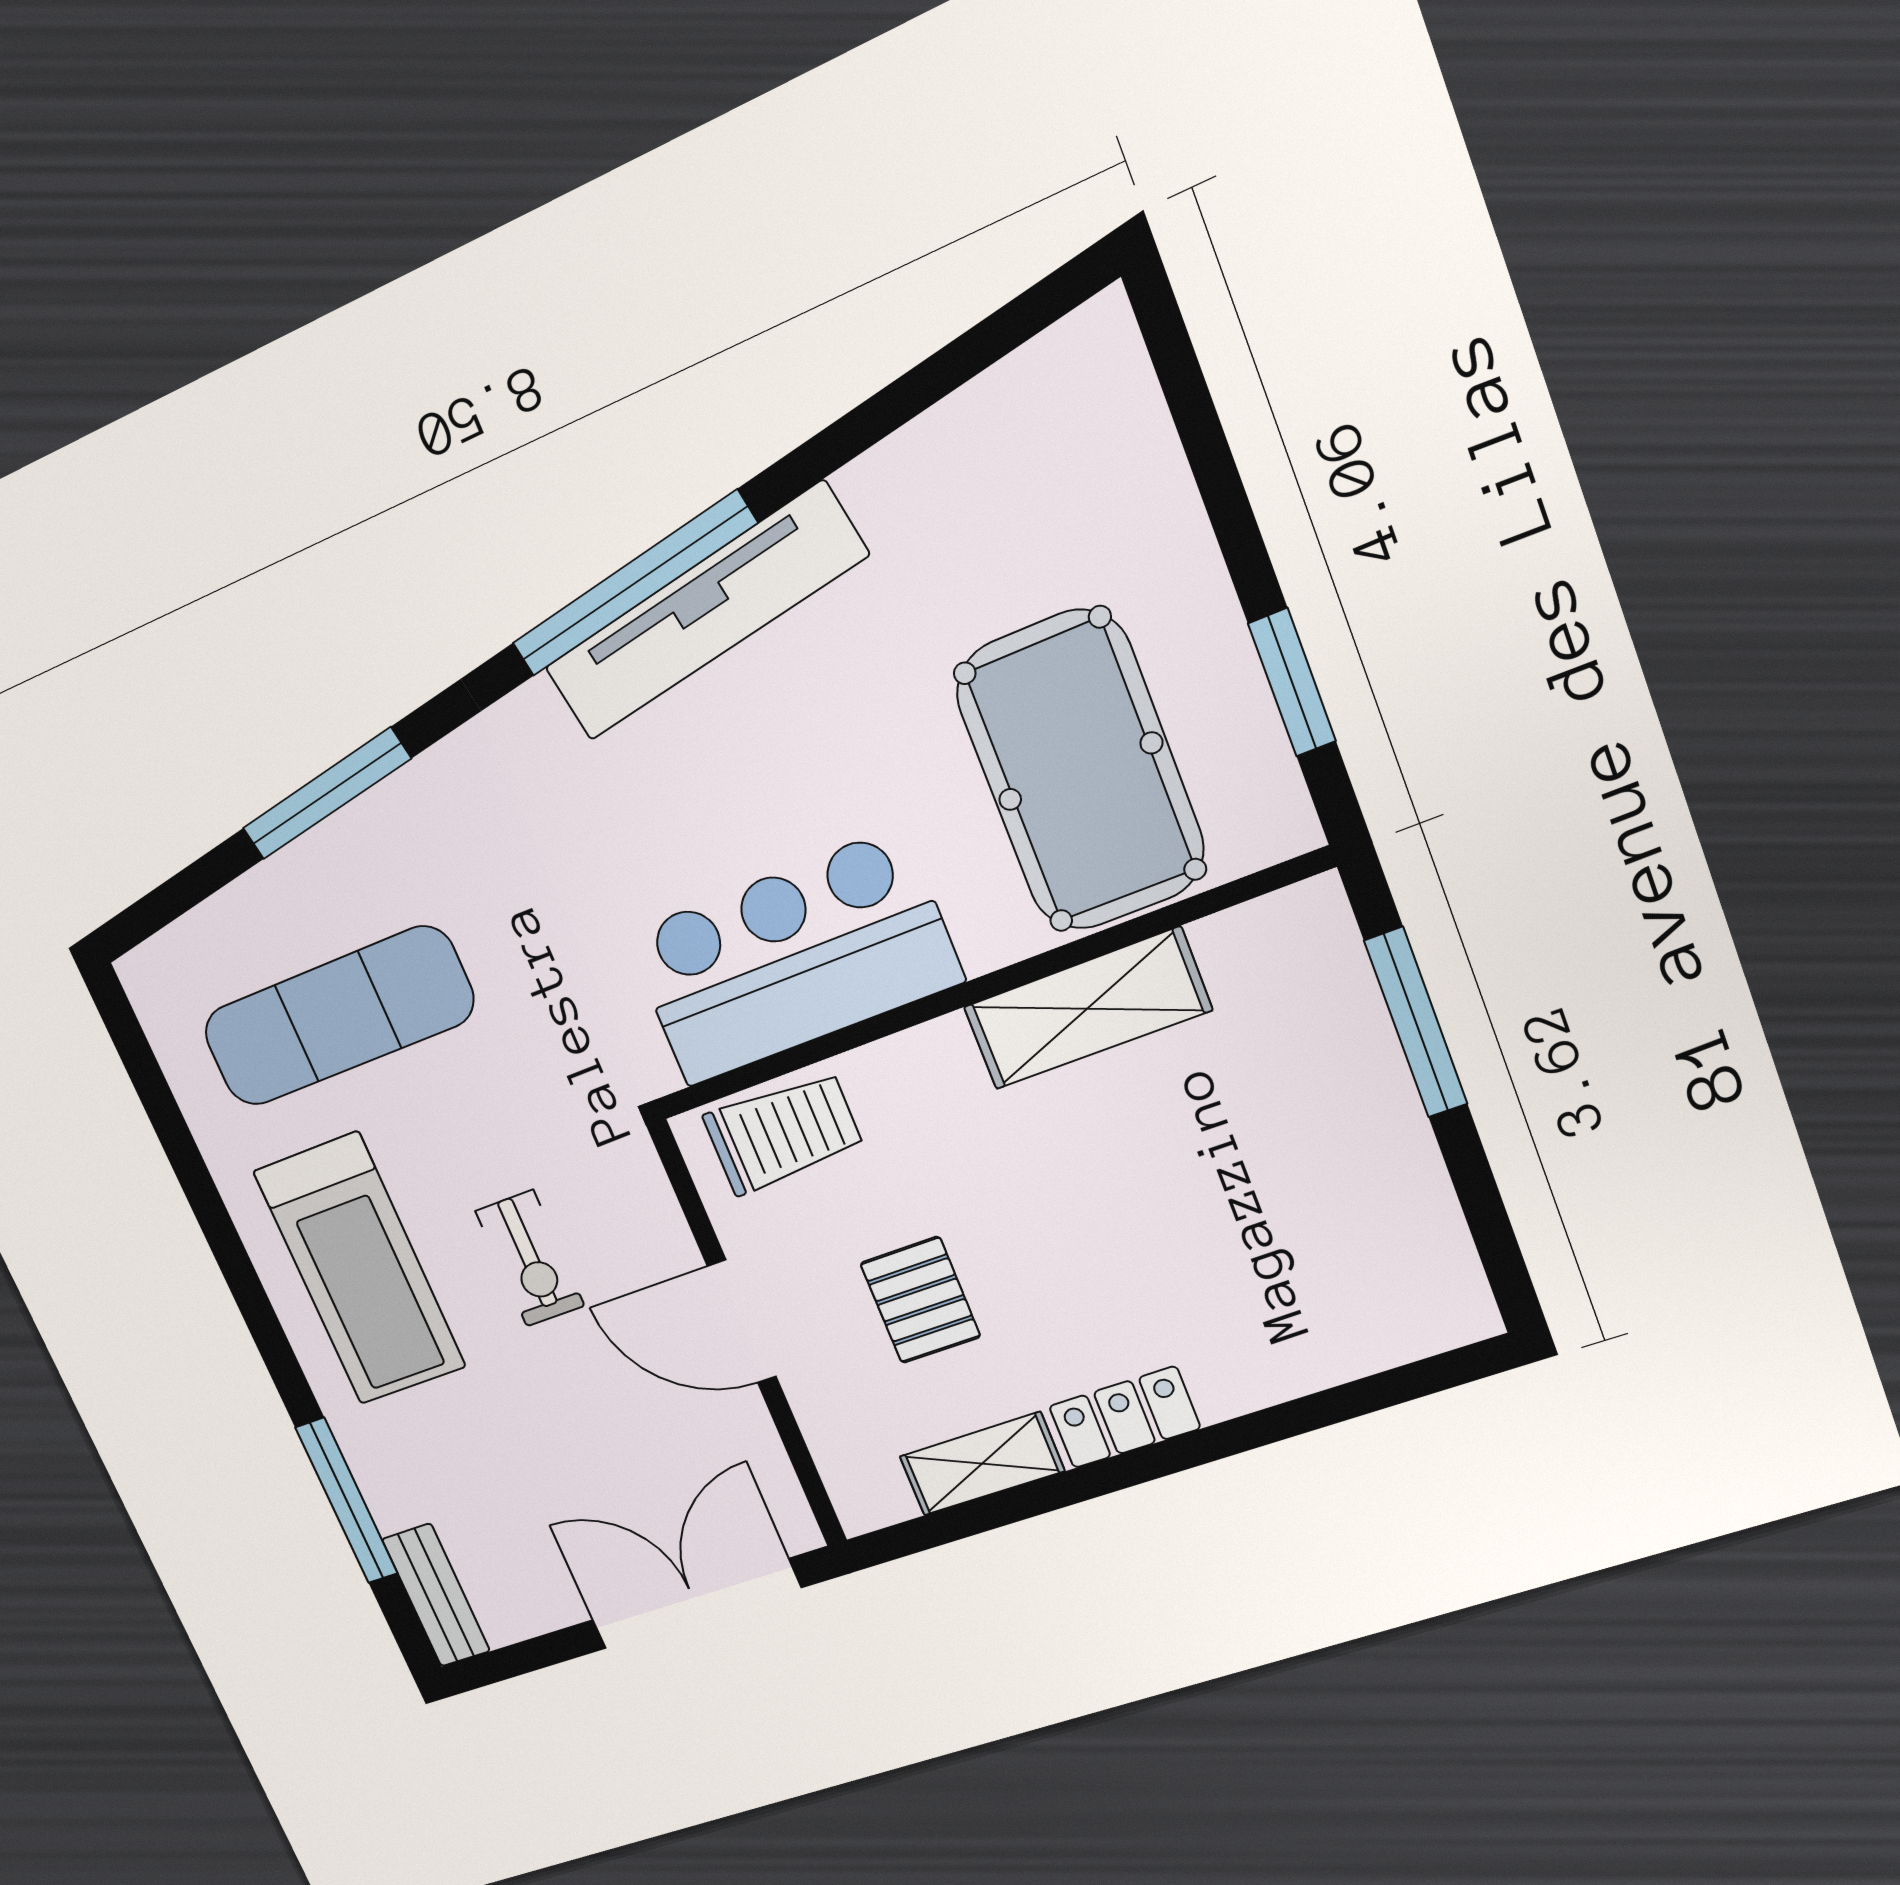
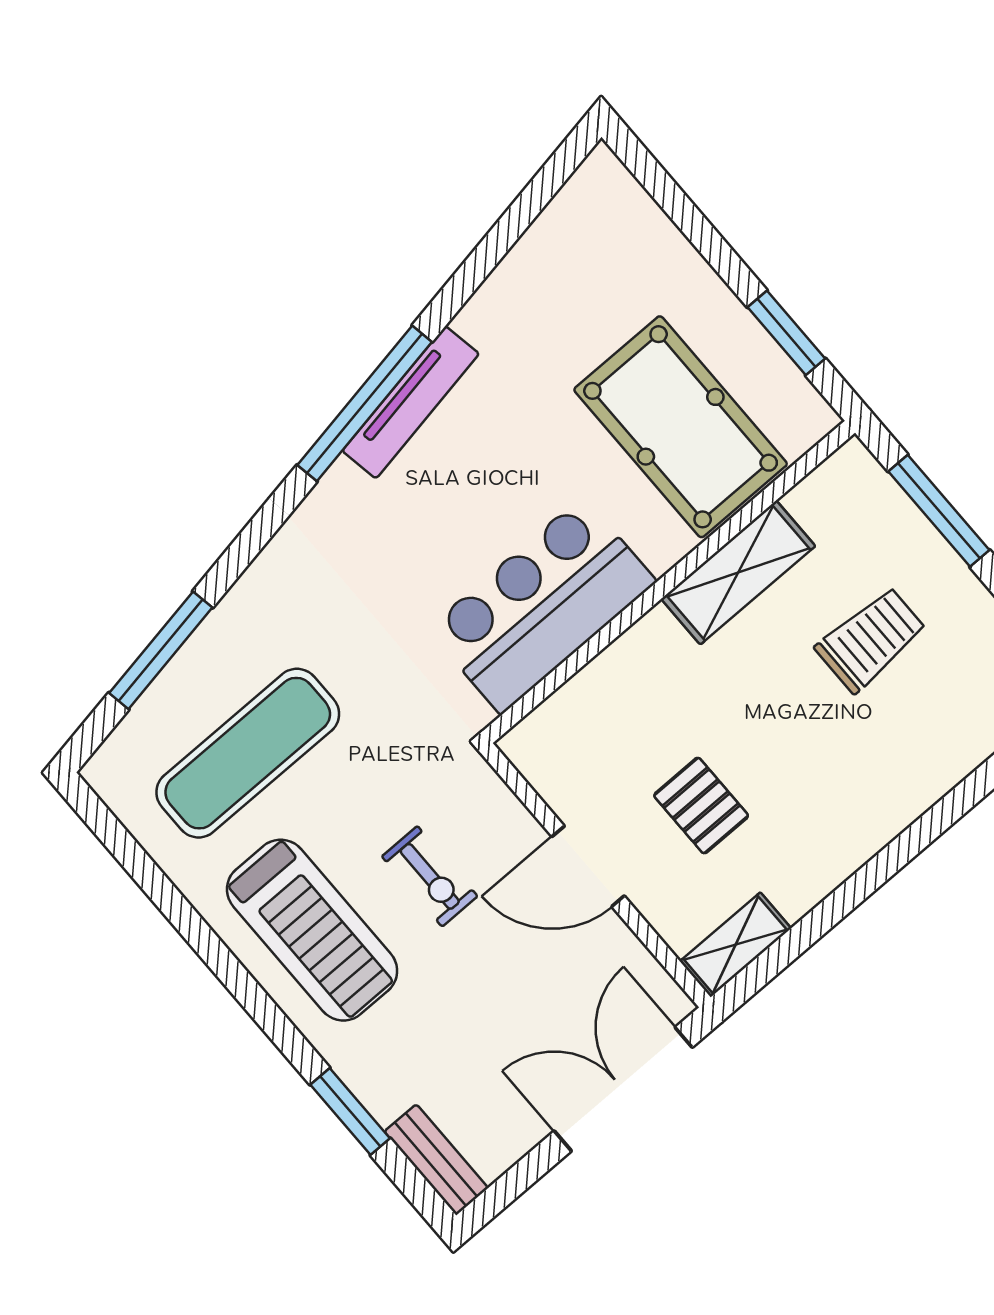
tv unit: (705, 612) -> (411, 402), width x0.73, depth x0.78
window: (326, 794) -> (161, 650), moved
trolley: (783, 1133) -> (871, 640), moved
locker: (1125, 1417) -> (861, 836), removed
shelving: (982, 1464) -> (735, 945), moved
window: (347, 1501) -> (350, 1111), width x0.69

